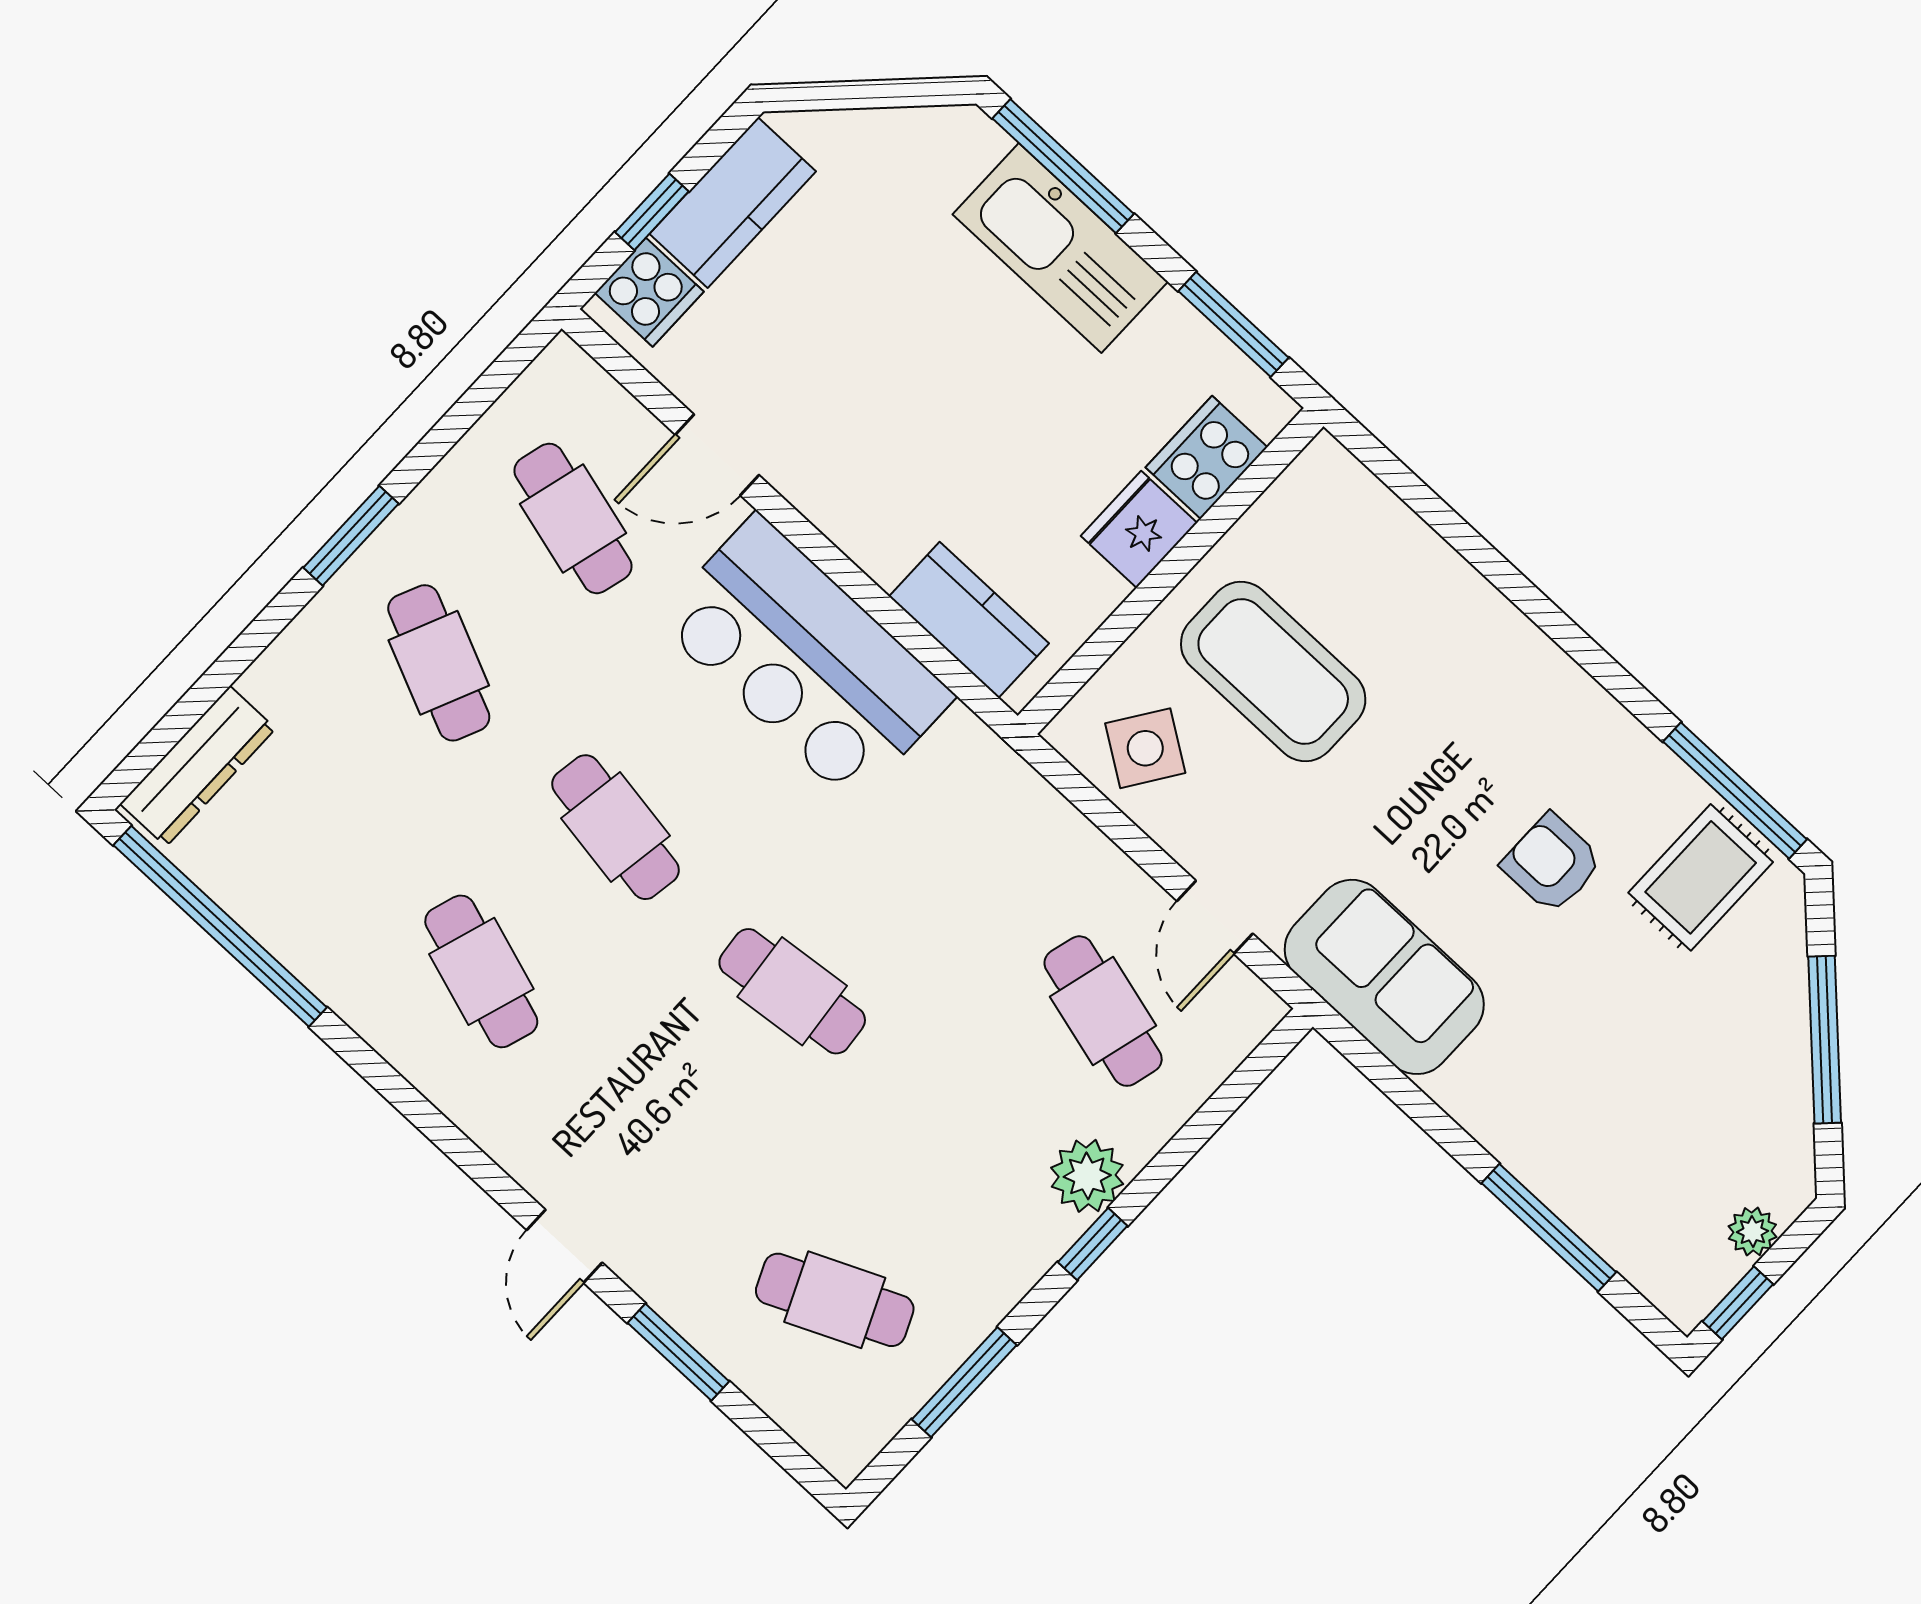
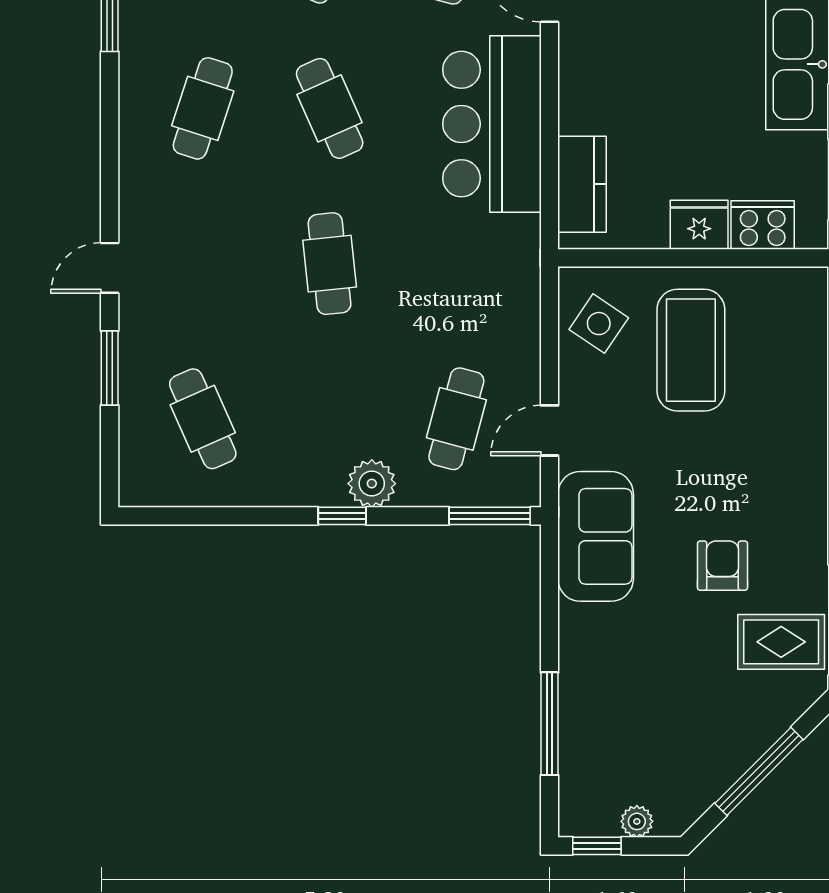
cafe table: (615, 827) -> (330, 108), turned -33
window: (964, 1382) -> (490, 516), moved

